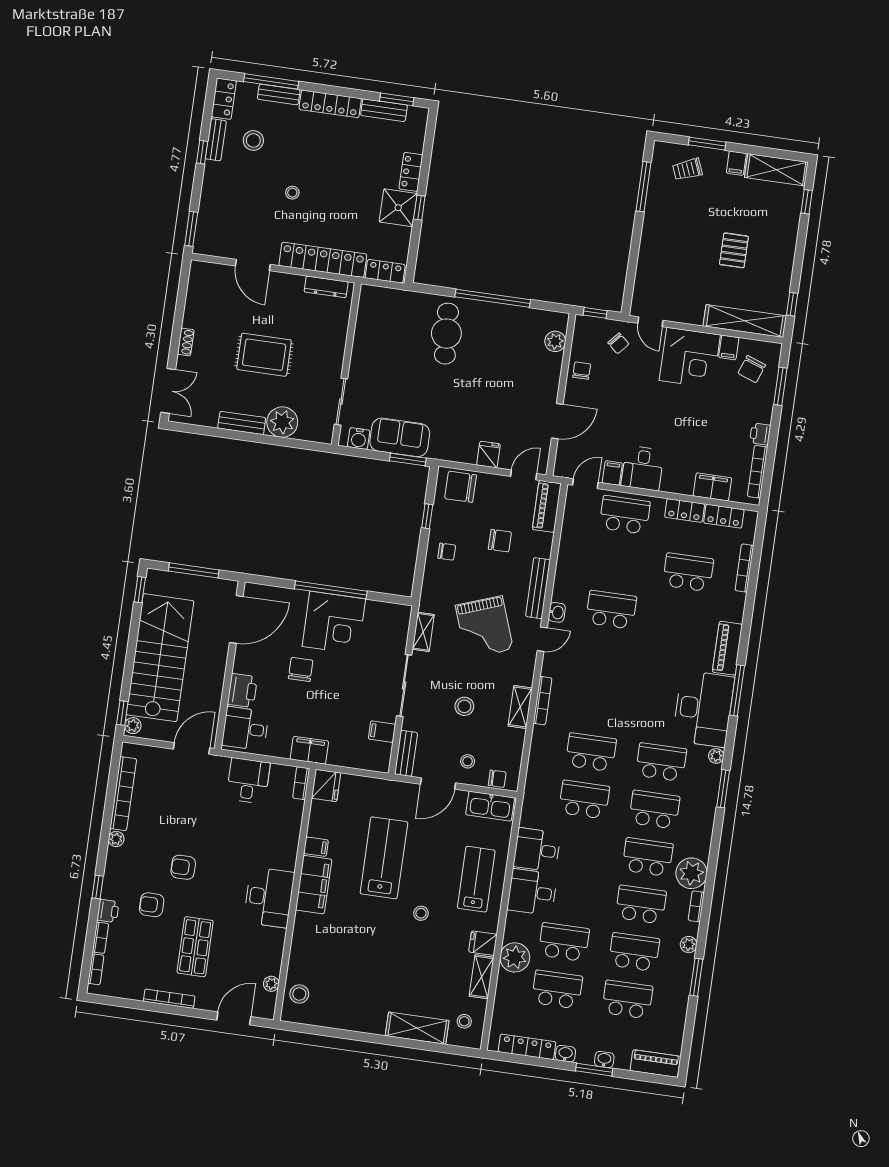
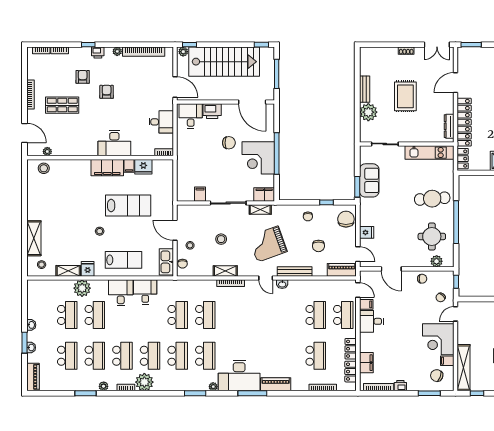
kitchen unit: (367, 327) -> (430, 153), added
round table: (511, 343) -> (432, 236), added
double door: (168, 391) -> (437, 45), moved
water cooler: (359, 438) -> (365, 157), removed
school desk: (611, 610) -> (316, 315), moved
filing cabinet: (309, 750) -> (264, 195), moved, turned -90
bench: (406, 753) -> (190, 210), removed
fridge: (326, 786) -> (143, 167), moved
desk: (269, 897) -> (114, 143), moved
printer: (108, 911) -> (98, 53), moved
locker: (527, 1047) -> (32, 302), removed

